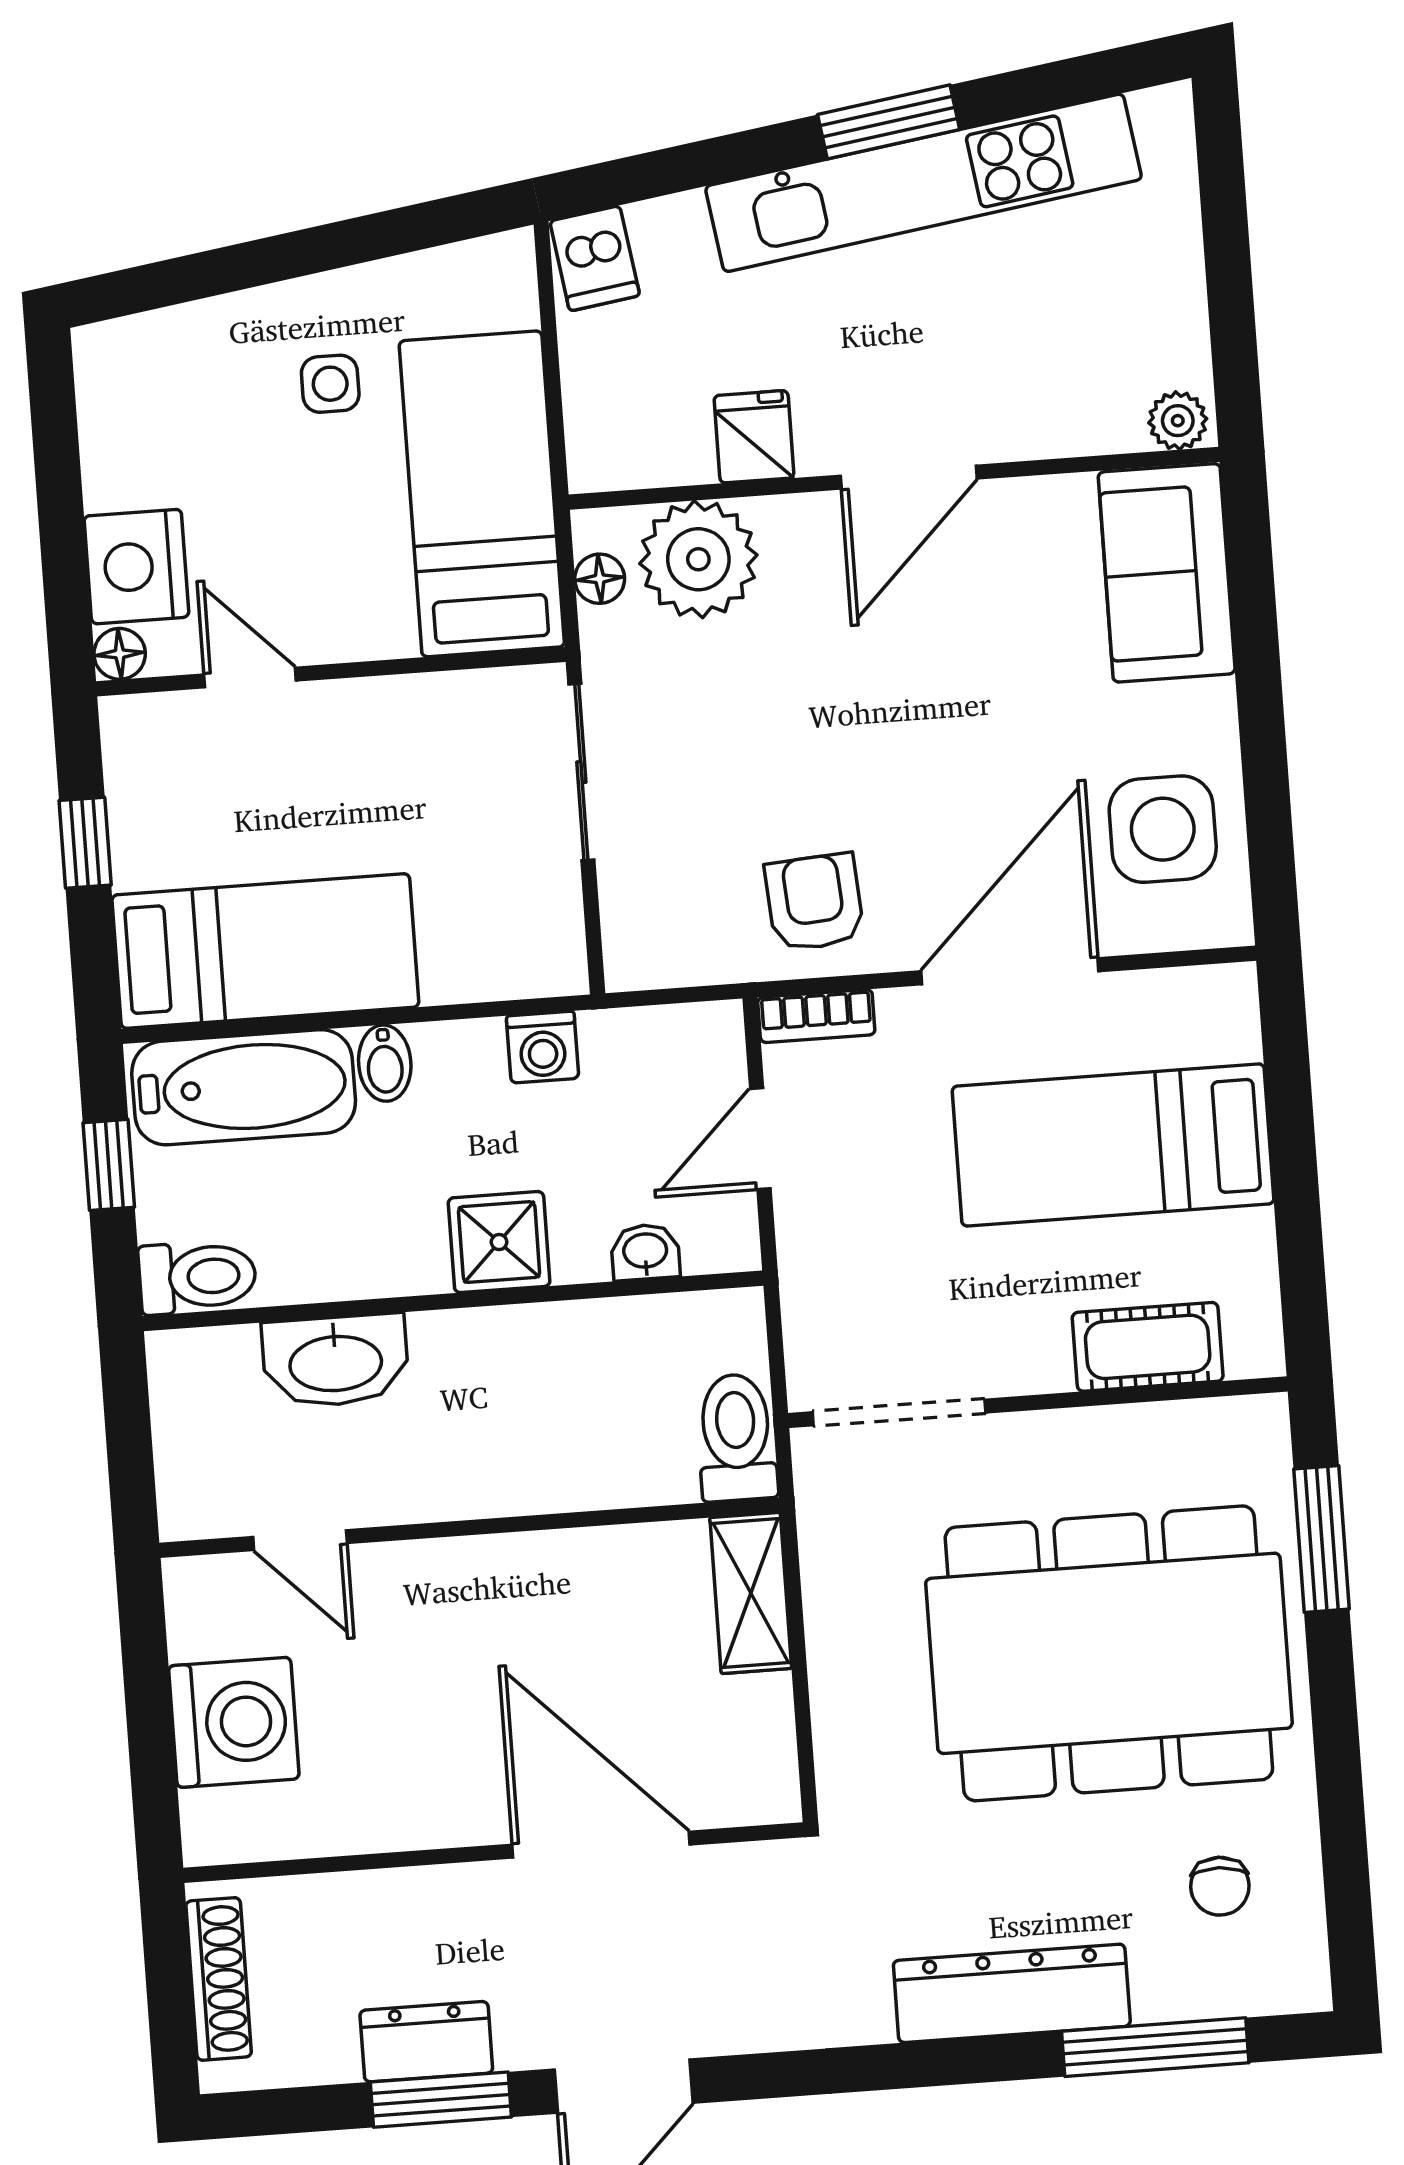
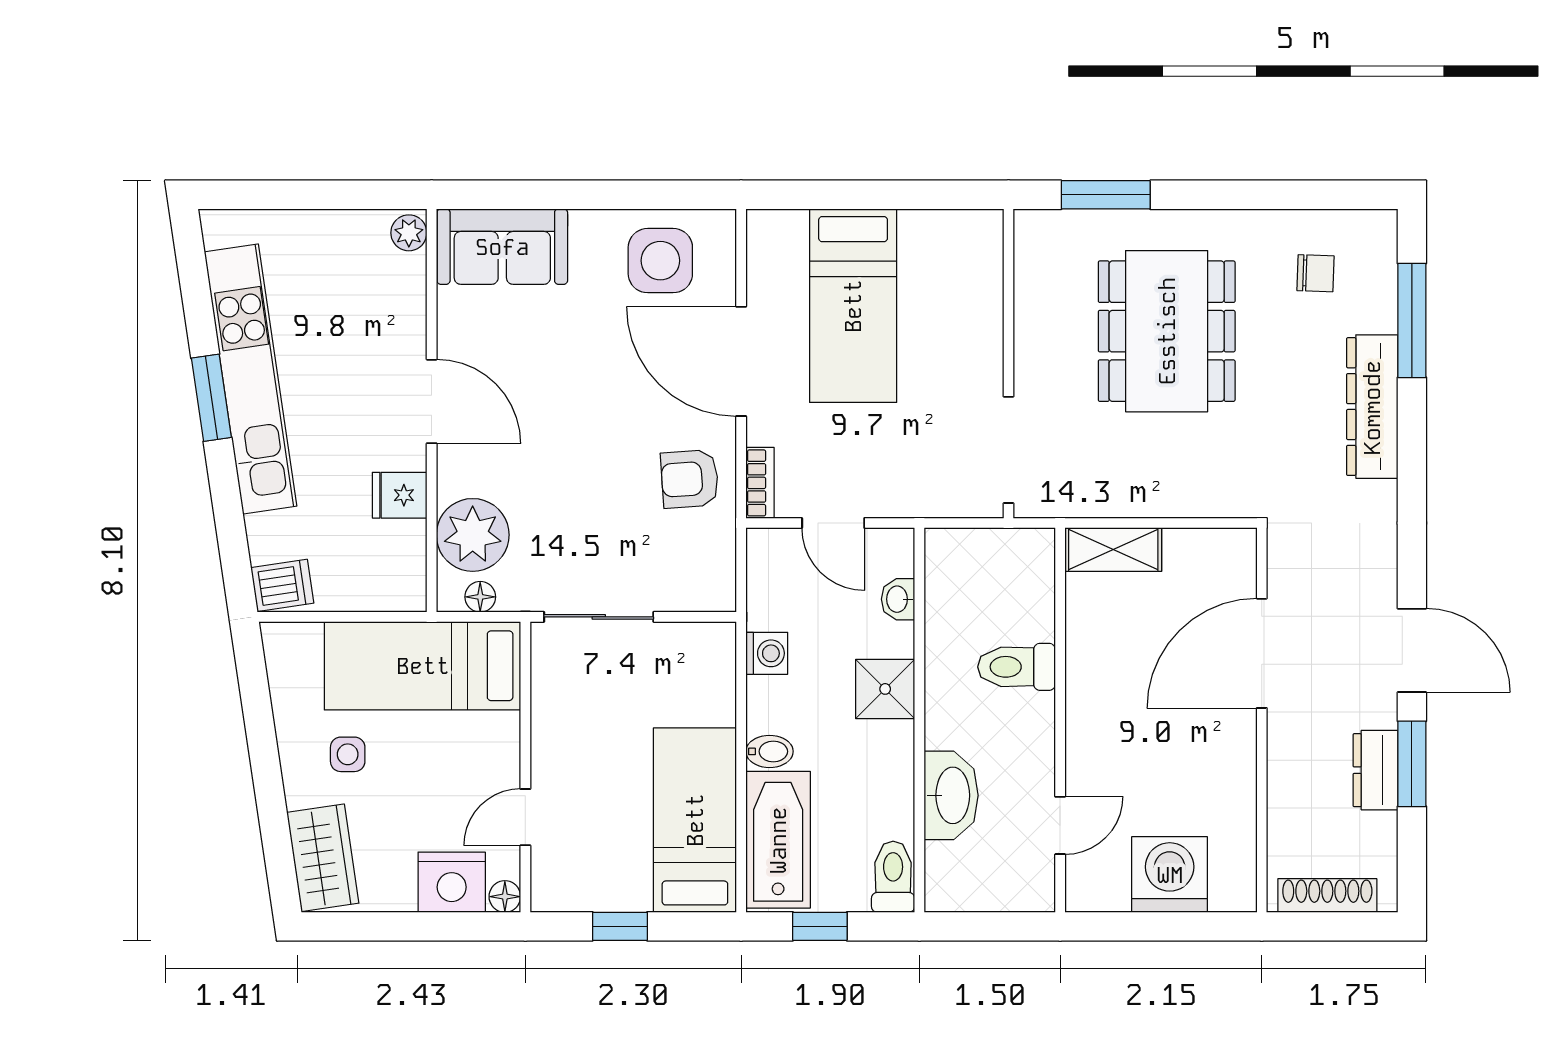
wardrobe: (160, 356) -> (323, 858), added
cot: (1148, 1347) -> (979, 293), removed
toilet: (736, 1437) -> (1017, 667), moved
dining table: (1109, 1653) -> (1167, 331), width x0.73, depth x0.80

